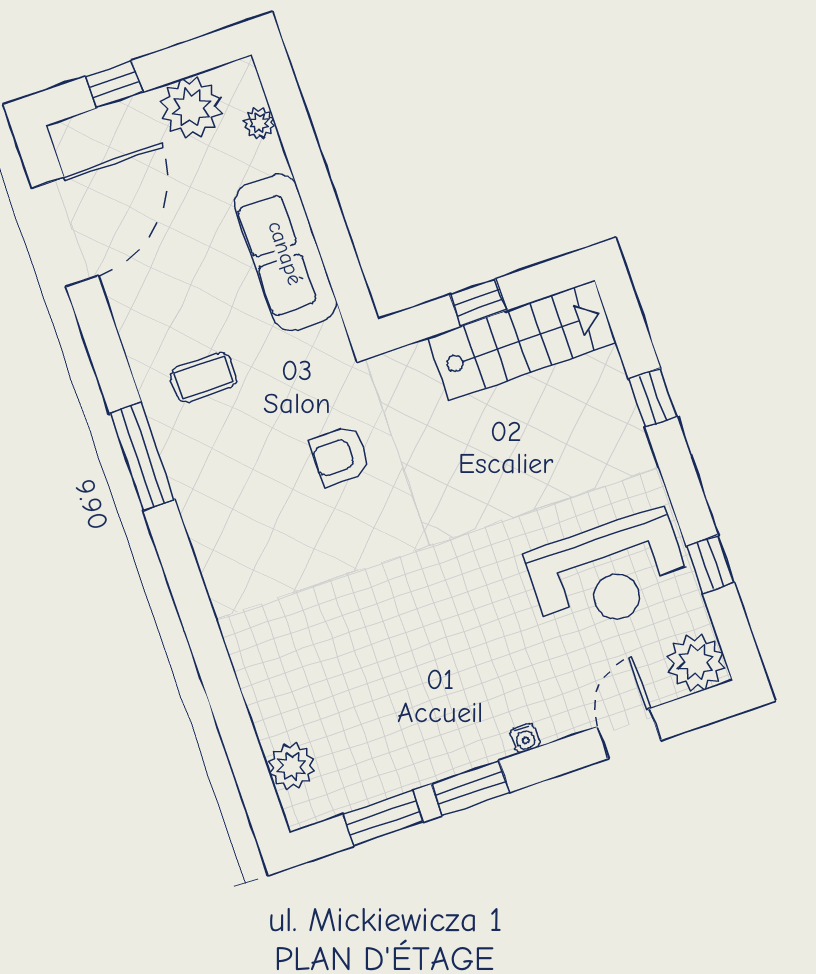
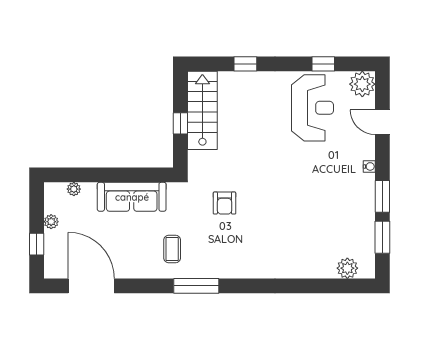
plant: (191, 108) -> (51, 222), width x0.53, depth x0.53

